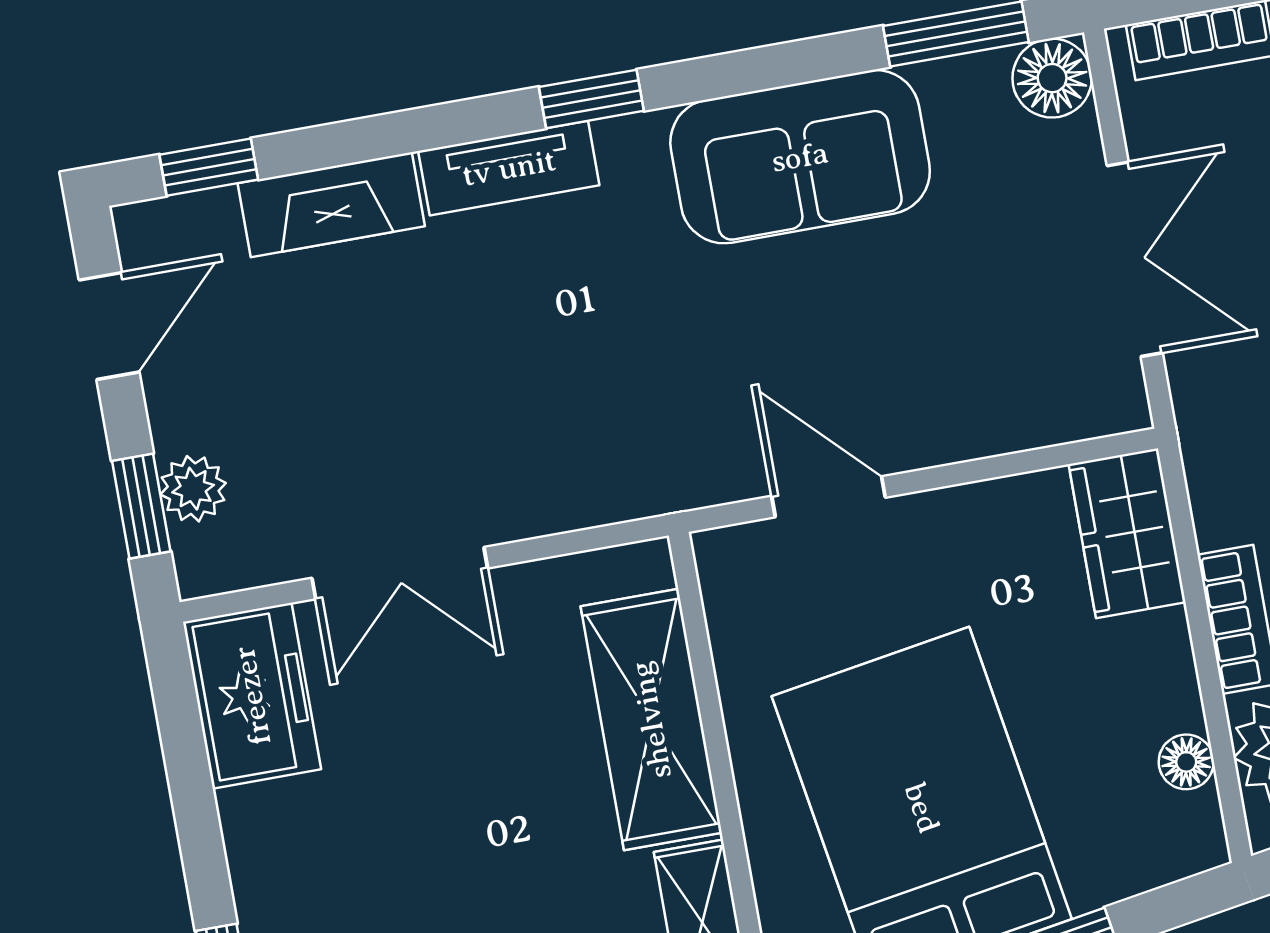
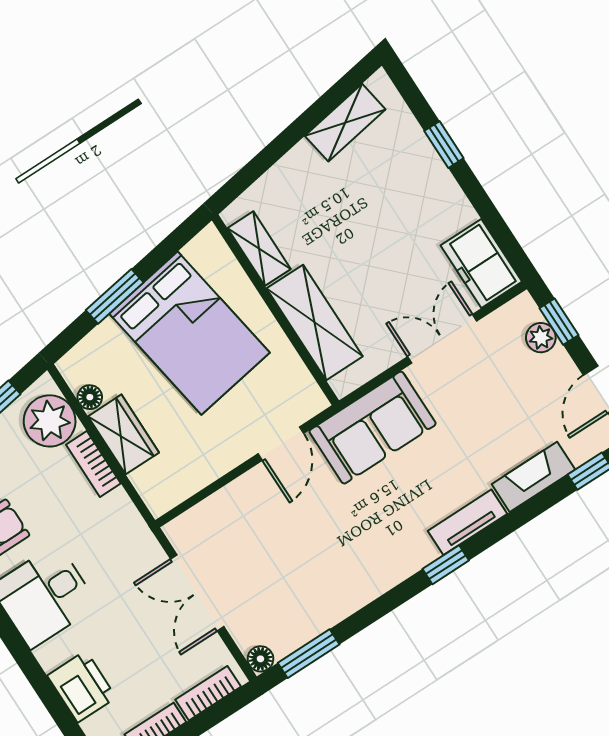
floor lamp: (1052, 78) -> (260, 659), width x0.73, depth x0.73
sofa: (800, 157) -> (373, 428), moved, turned 180
door: (828, 497) -> (281, 444), hinge flipped
wardrobe: (1127, 533) -> (124, 434), moved

